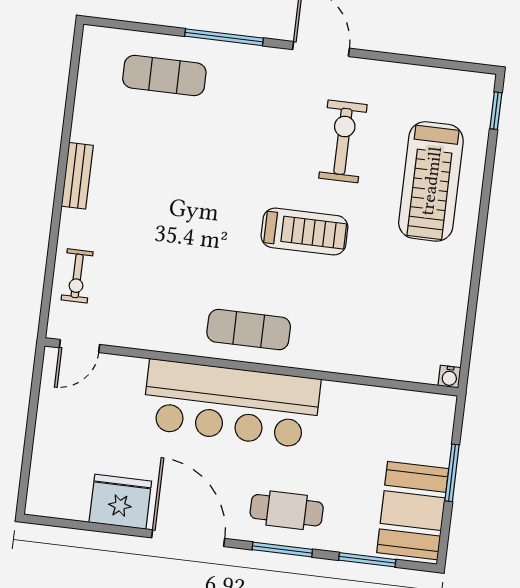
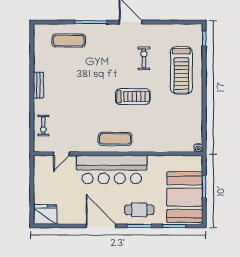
exercise bike: (343, 141) -> (144, 58), width x0.73, depth x0.72
door: (79, 346) -> (61, 154), moved
fridge: (120, 502) -> (45, 215), moved
booth: (413, 511) -> (185, 197), width x1.36, depth x1.42

